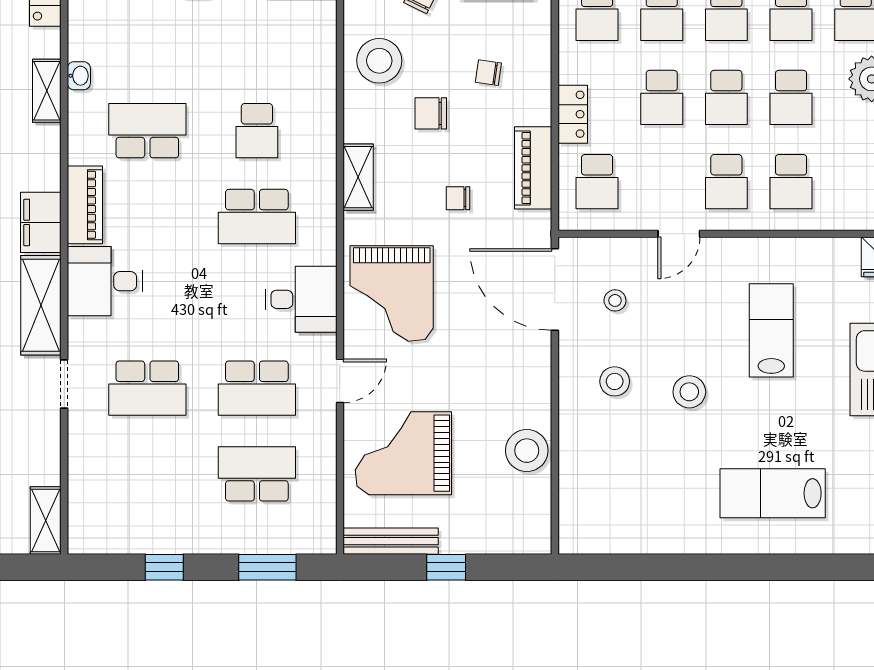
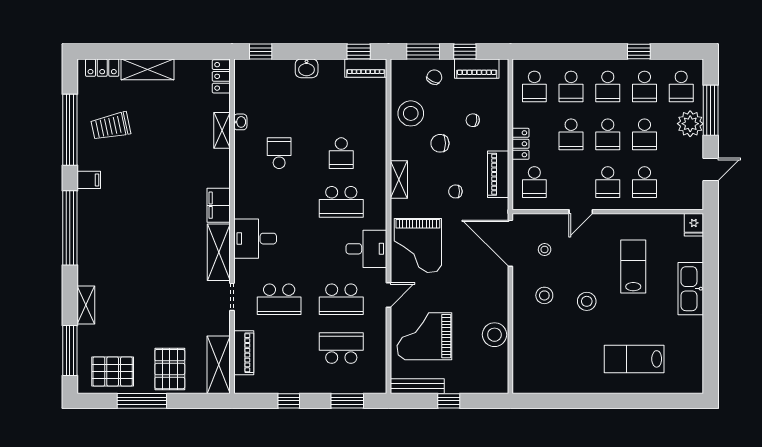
school desk: (147, 131) -> (279, 153), width x0.54
piano: (85, 205) -> (244, 353), moved
shelving: (46, 521) -> (219, 365), width x1.50, depth x1.33

